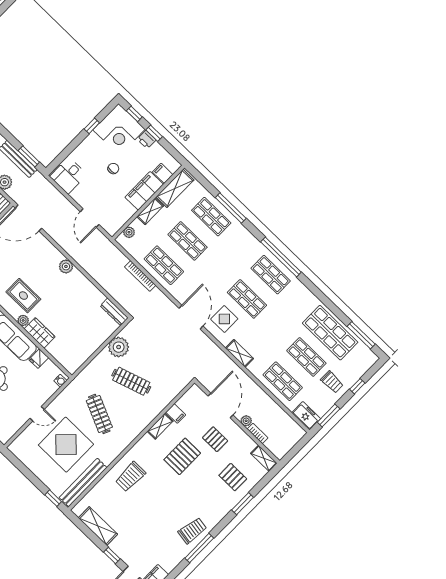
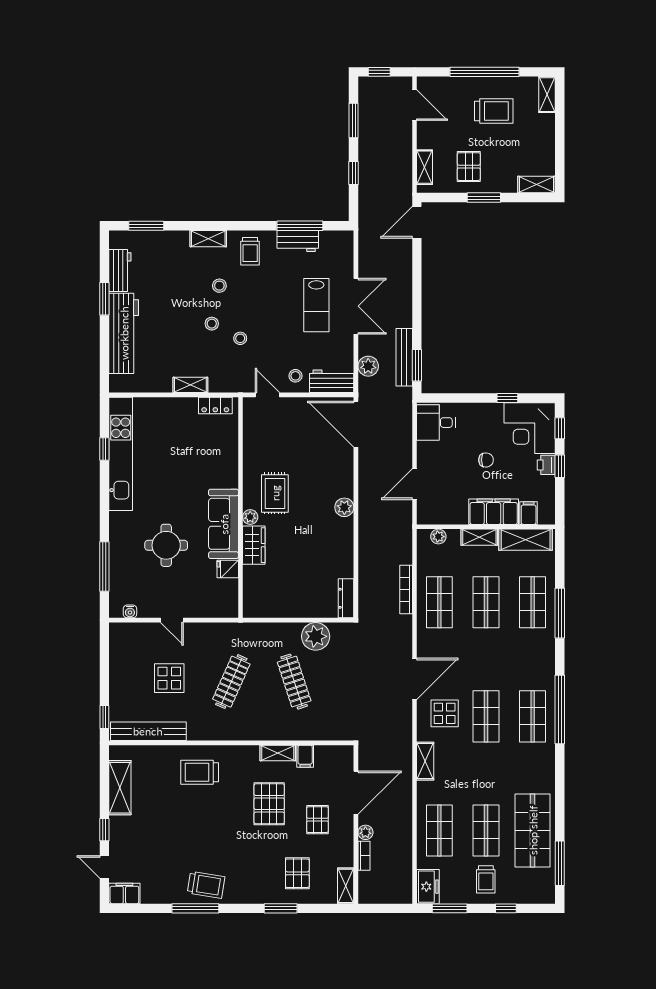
water cooler: (60, 381) -> (130, 611), moved
display table: (66, 445) -> (169, 678), width x0.54, depth x0.54
pallet: (182, 456) -> (269, 804), turned 90

